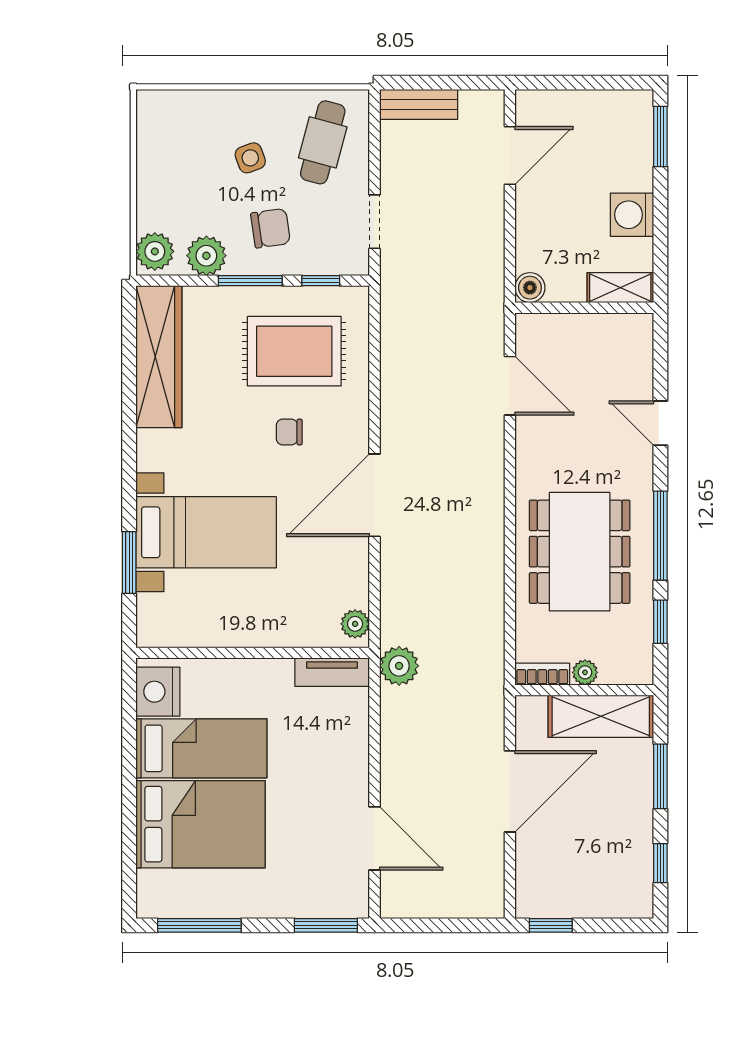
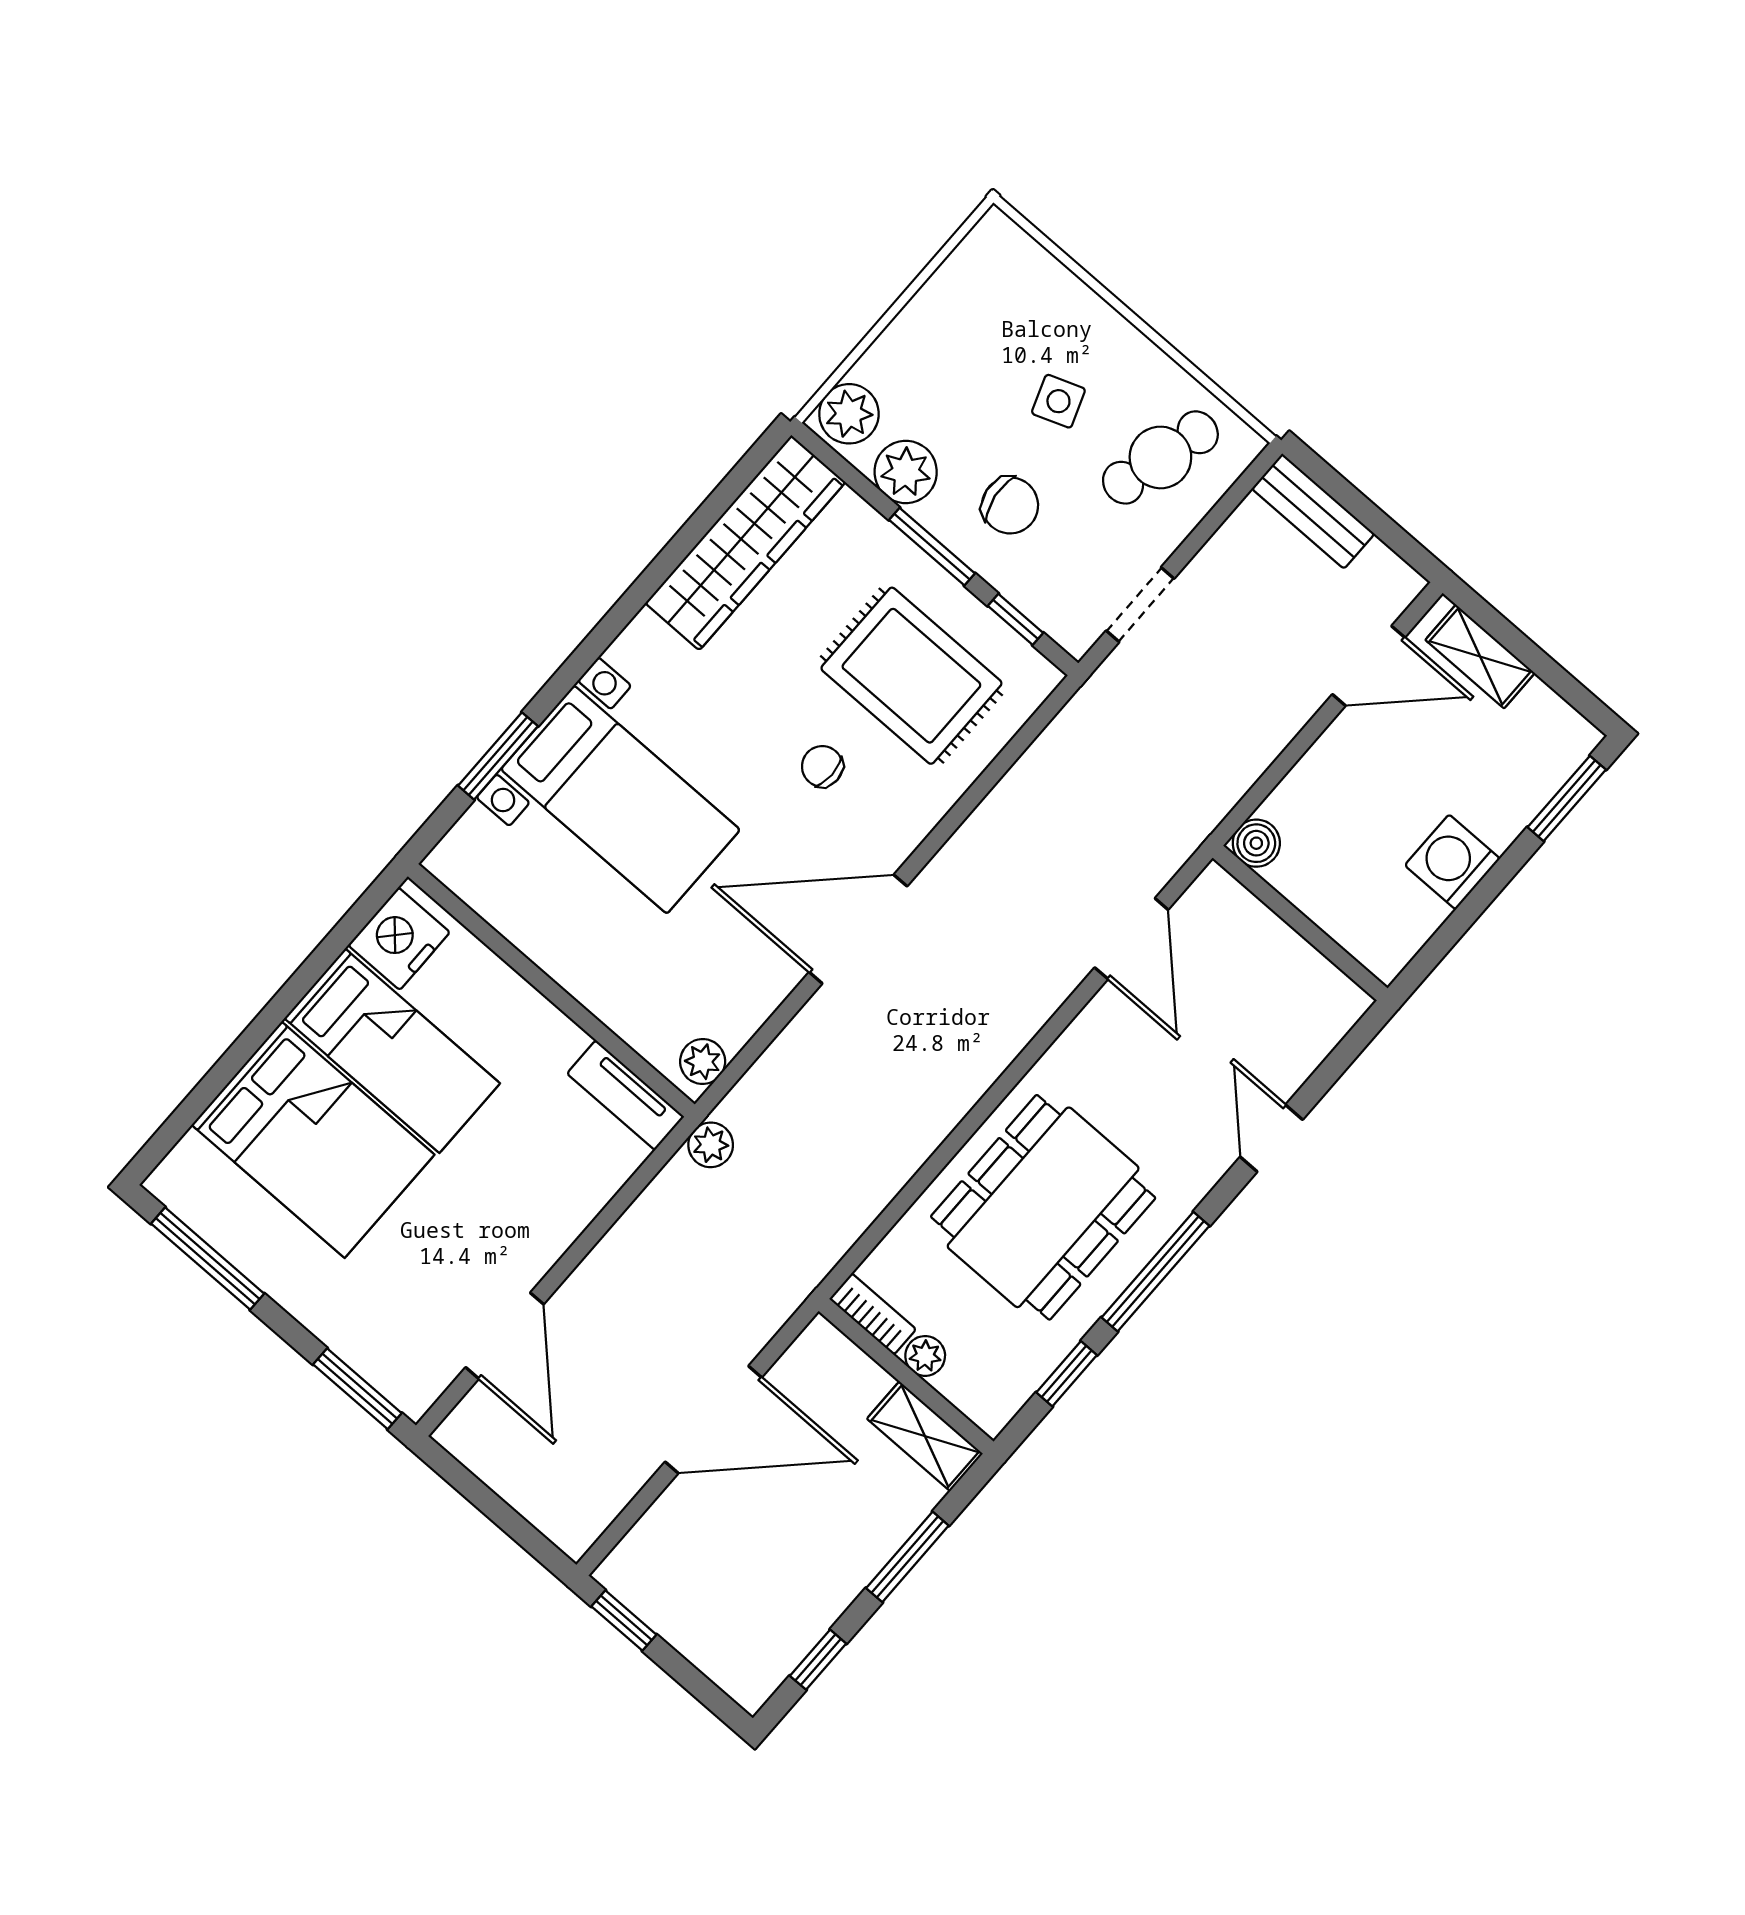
shelving: (620, 288) -> (1480, 656), moved
plant: (399, 666) -> (711, 1145), width x0.73, depth x0.73
shelving: (601, 716) -> (925, 1436), width x0.67, depth x0.75

